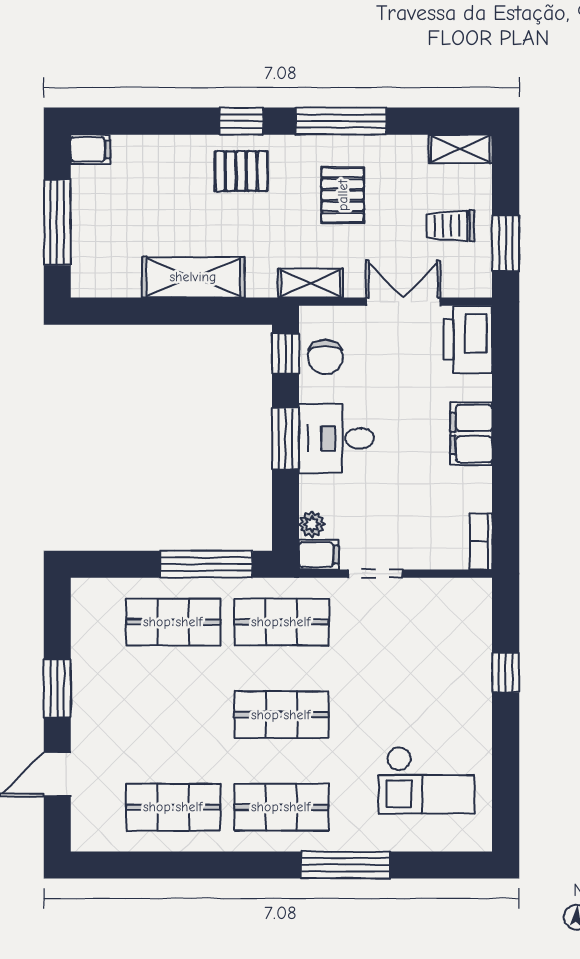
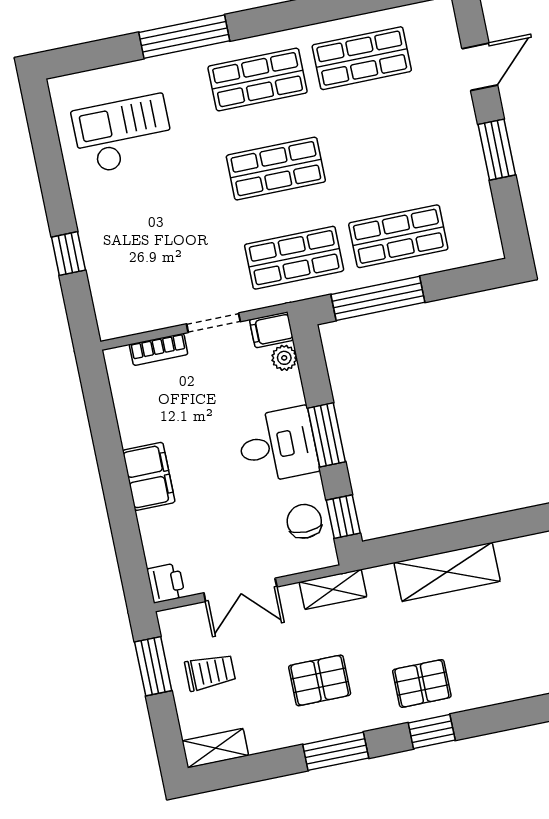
window: (341, 121) -> (336, 751), width x0.69
pallet: (343, 195) -> (320, 680), turned 90
printer: (468, 340) -> (166, 583), width x0.53, depth x0.68
bookcase: (481, 541) -> (159, 349), moved, turned 90

